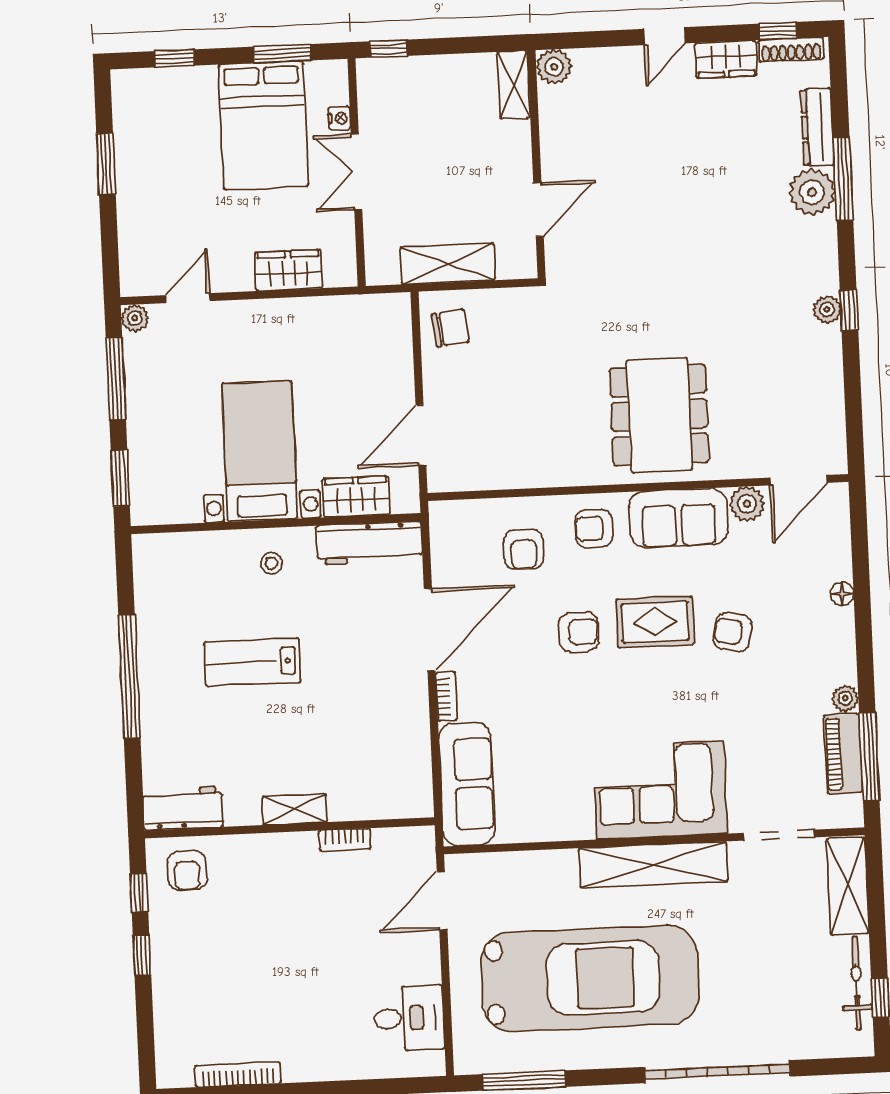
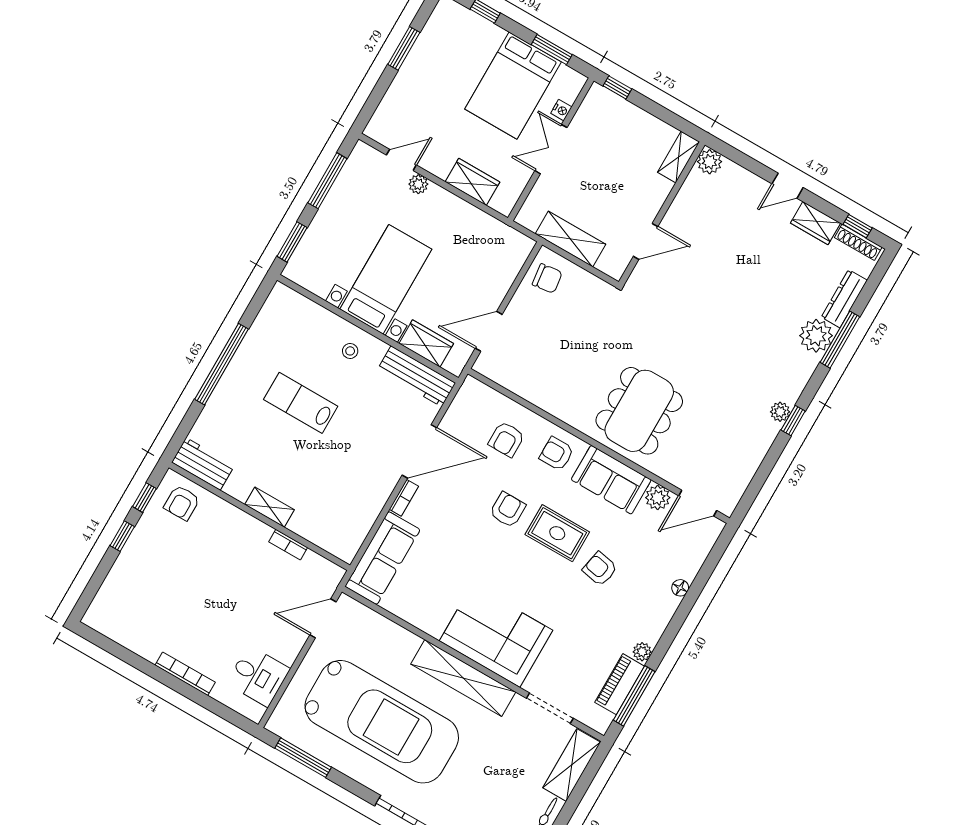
plant: (135, 318) -> (418, 184), moved
armchair: (578, 632) -> (508, 510), turned -90
bookcase: (238, 1074) -> (185, 674), moved

